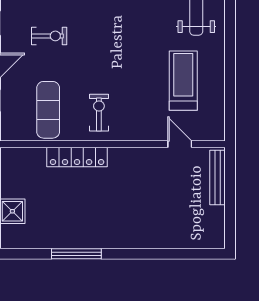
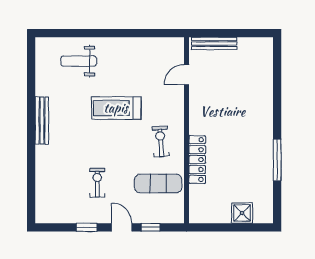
treadmill: (183, 81) -> (116, 108), moved
exercise bike: (99, 113) -> (161, 141), turned 86

